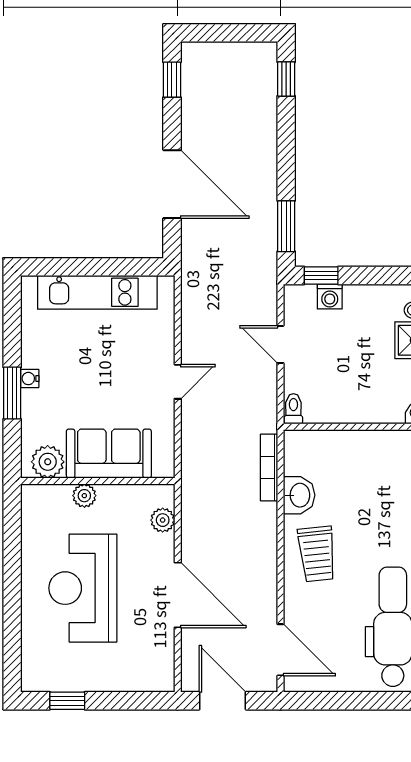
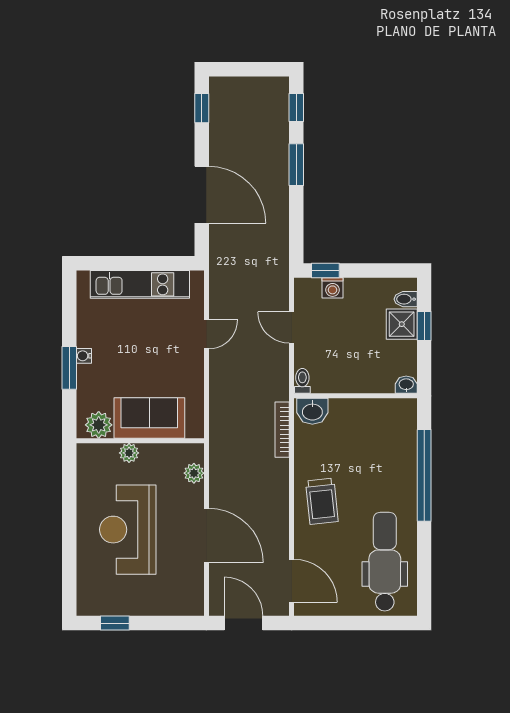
window: (286, 226) -> (296, 165), moved
door: (178, 382) -> (206, 334), moved
washbasin: (299, 495) -> (312, 411), moved, turned 90

